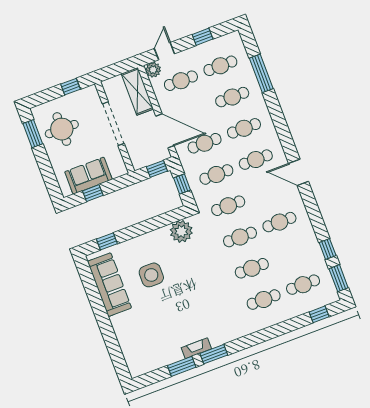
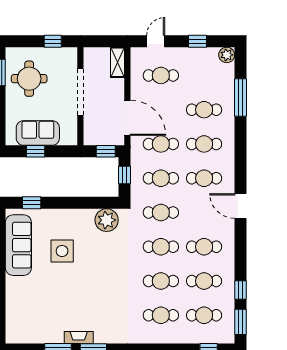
cafe table: (220, 66) -> (204, 281), moved
plant: (153, 70) -> (227, 55), moved
shelving: (137, 91) -> (118, 62), width x0.67, depth x0.75

